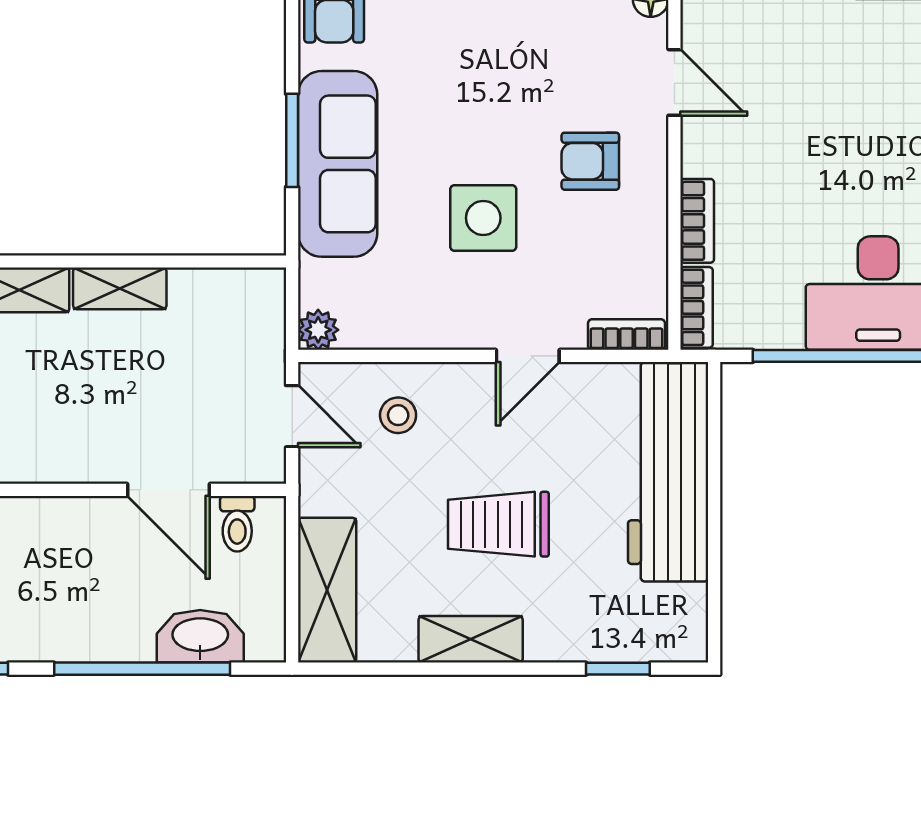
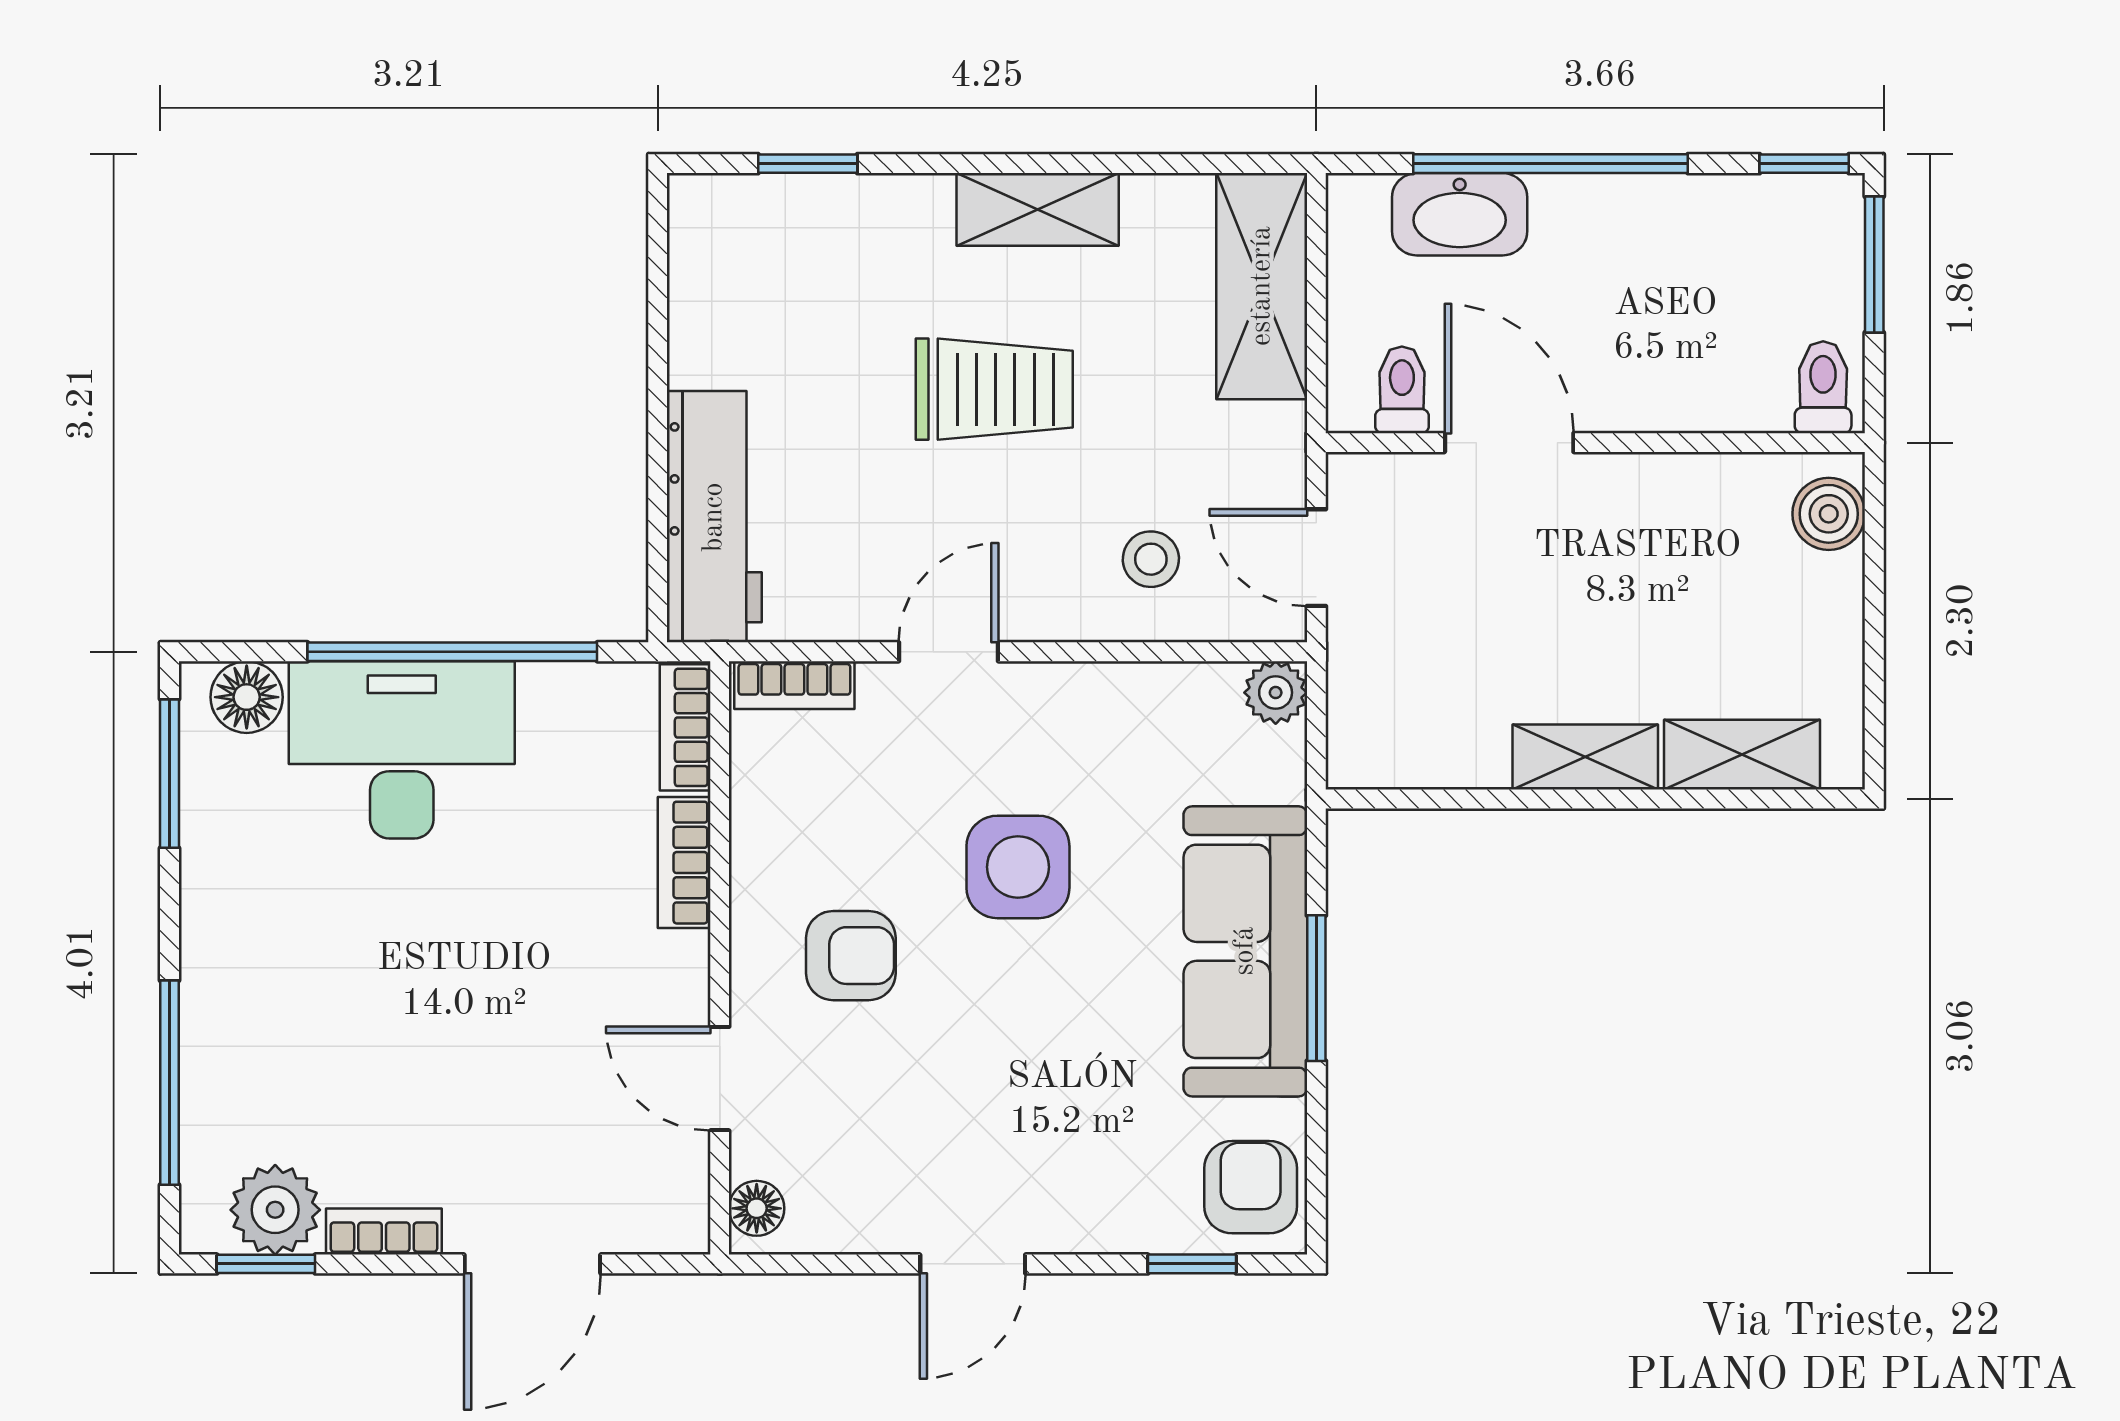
workbench: (668, 472) -> (714, 517), width x0.73, depth x0.76

